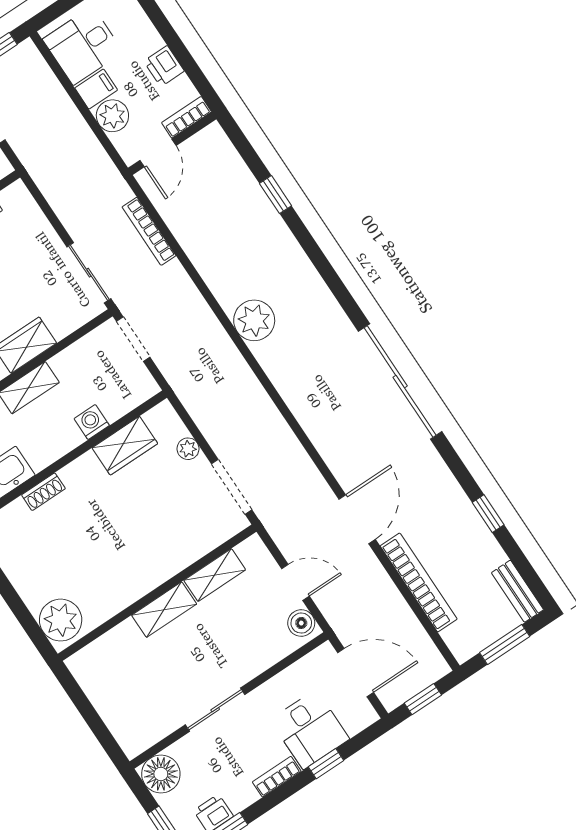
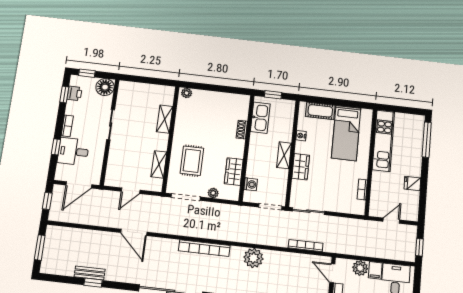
plant: (254, 320) -> (253, 258), moved
washing machine: (92, 422) -> (251, 184), moved
rug: (164, 528) -> (192, 161), added
bookcase: (419, 582) -> (204, 248), moved
bench: (517, 591) -> (90, 273), moved
shelving: (164, 610) -> (165, 119), moved
plant: (61, 620) -> (187, 93), width x0.53, depth x0.53
boiler: (301, 623) -> (114, 181), removed

